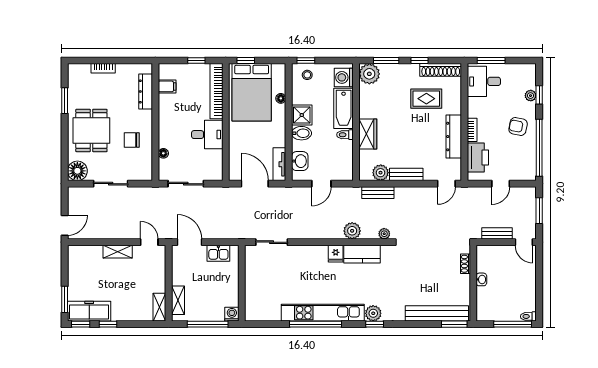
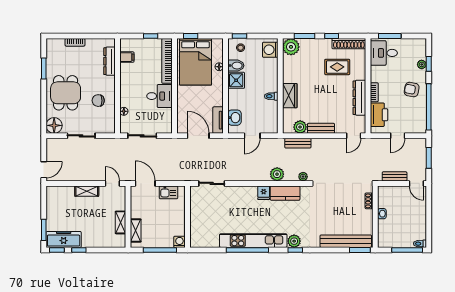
bathtub: (344, 108) -> (270, 75), removed
bidet: (301, 133) -> (236, 66), moved
shelving: (159, 307) -> (121, 222), moved

